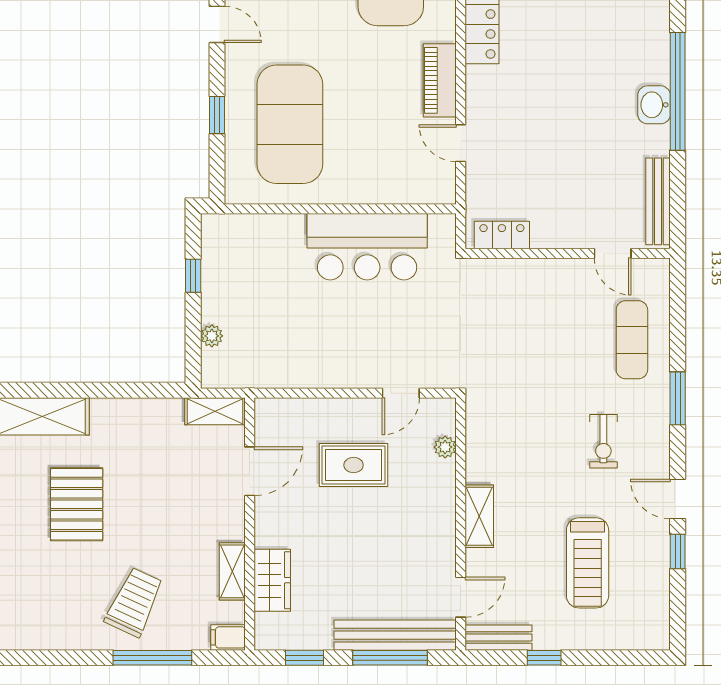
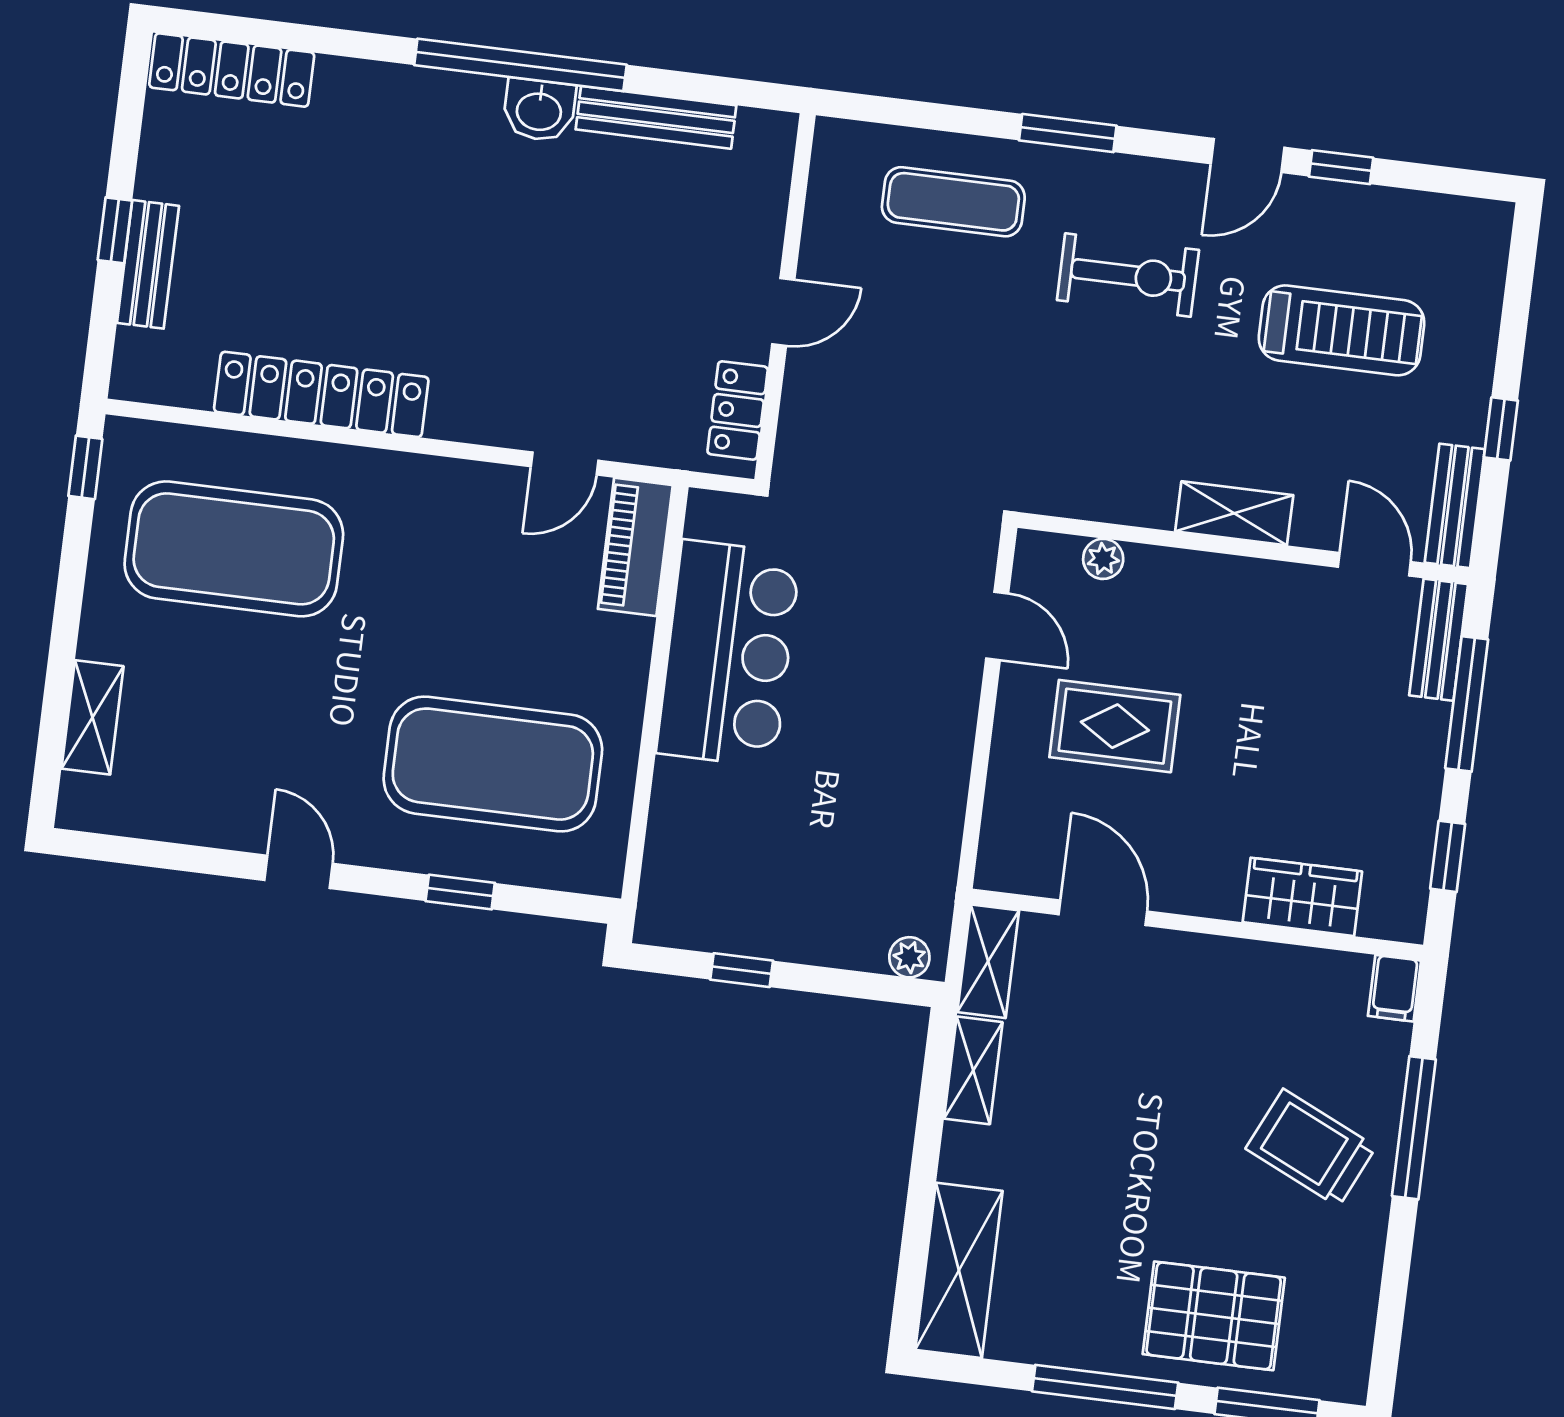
door: (217, 24) -> (298, 872), hinge flipped
piano: (440, 80) -> (635, 547), moved, turned 90
bench: (658, 201) -> (656, 117), moved
door: (613, 253) -> (783, 312), moved
plant: (212, 336) -> (909, 957), moved
exercise bike: (603, 441) -> (1128, 275), width x1.38, depth x1.39
rug: (354, 465) -> (1115, 726), turned 90
pallet: (77, 504) -> (1214, 1316), moved
shelving: (232, 571) -> (973, 1070), moved, turned 90
bench: (395, 635) -> (1439, 640), width x0.54, depth x0.82

